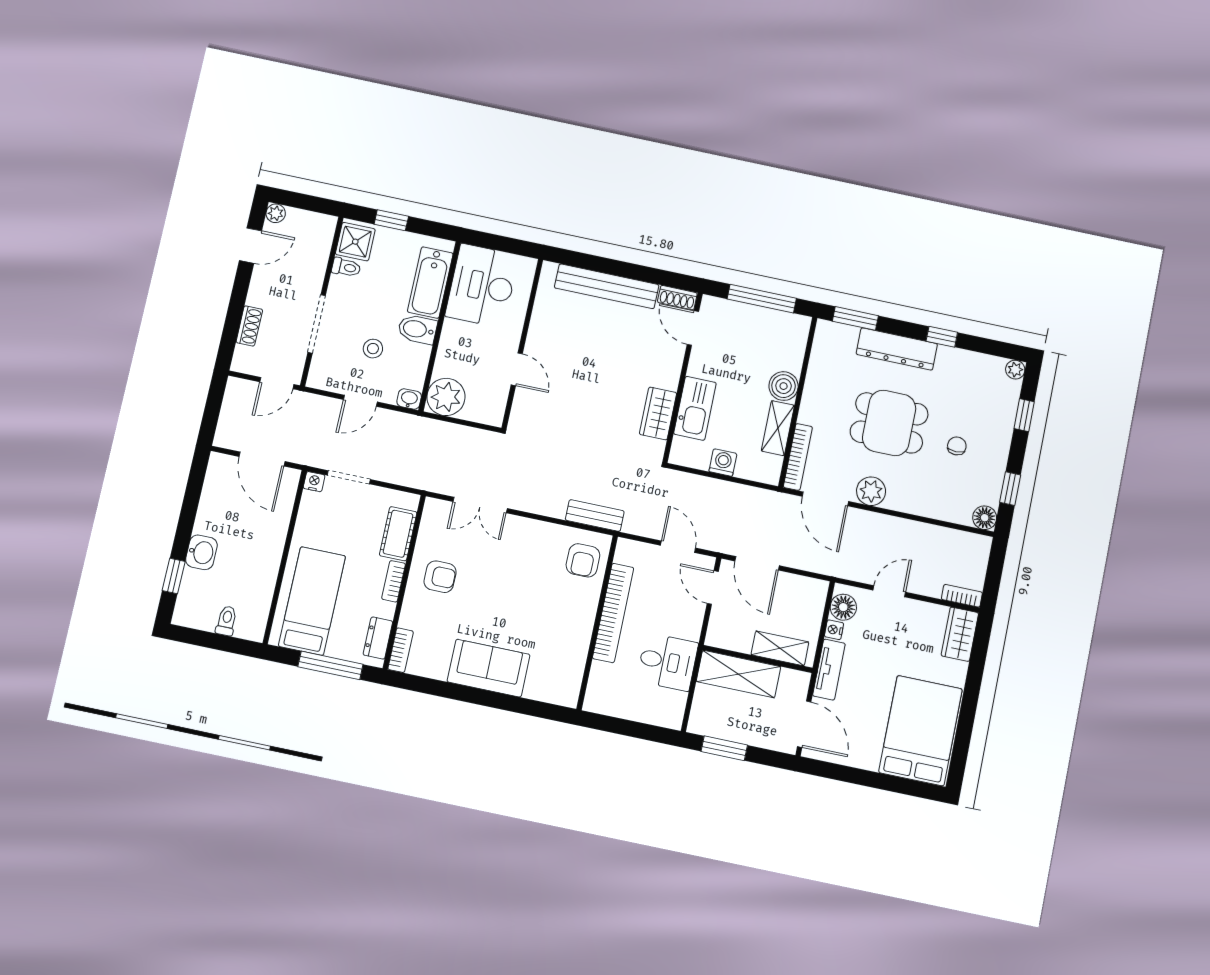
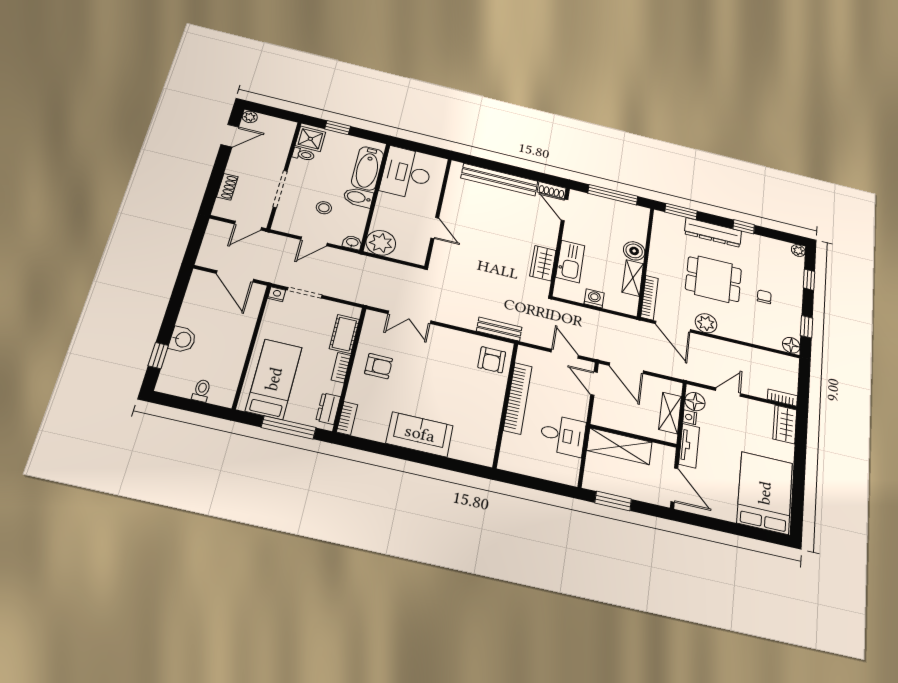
shelving: (780, 648) -> (670, 413), moved, turned 90

